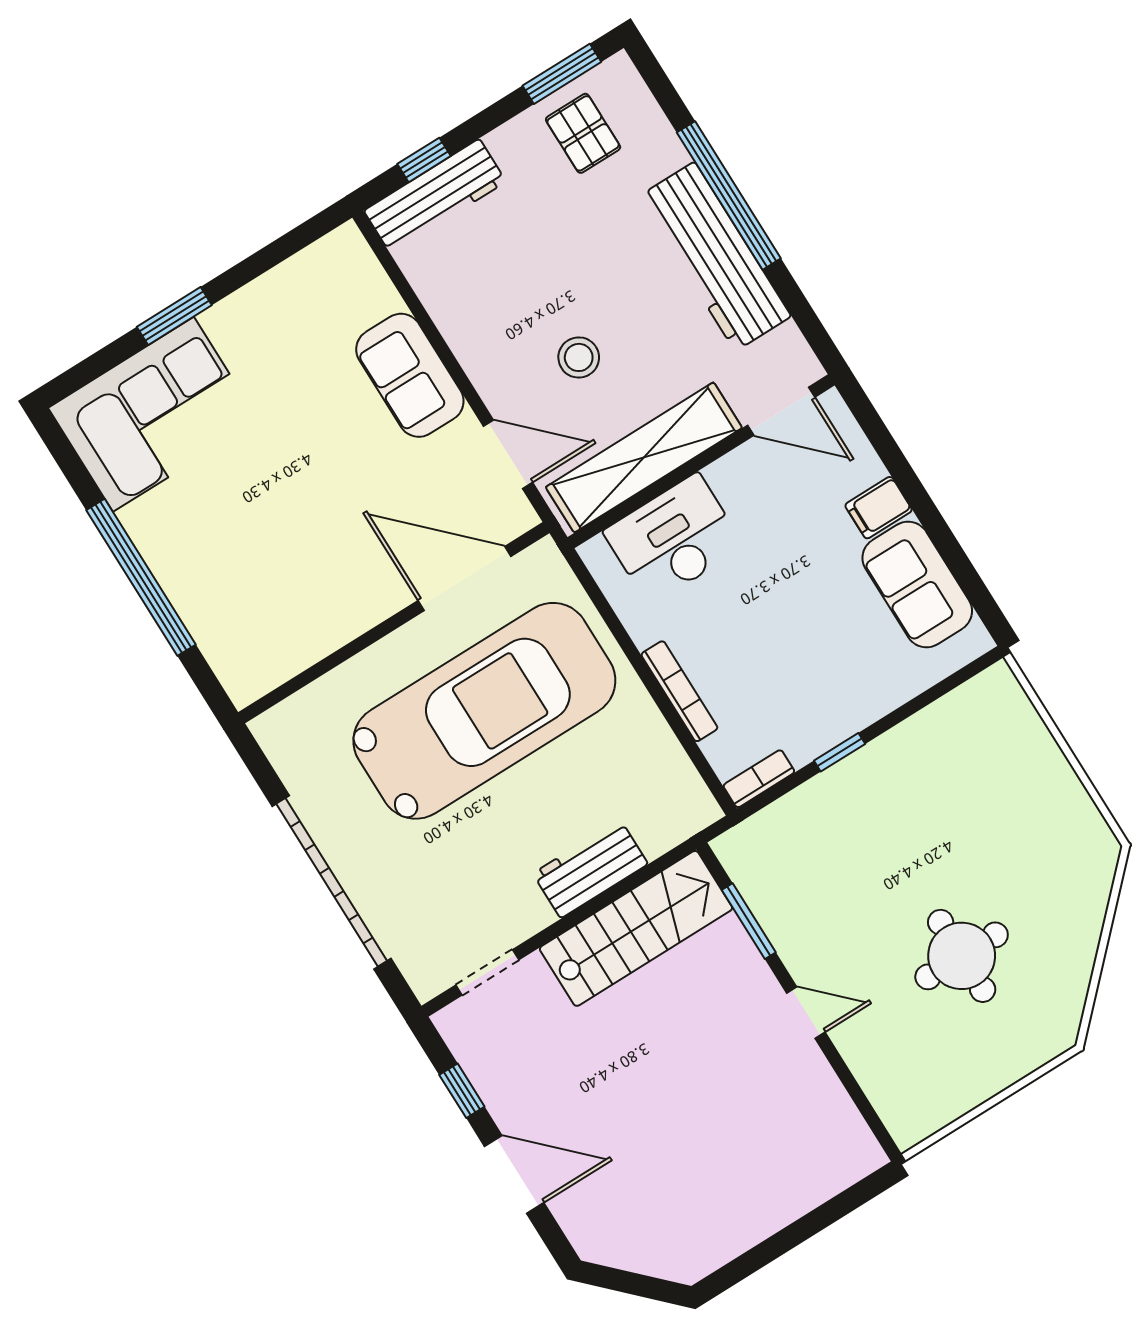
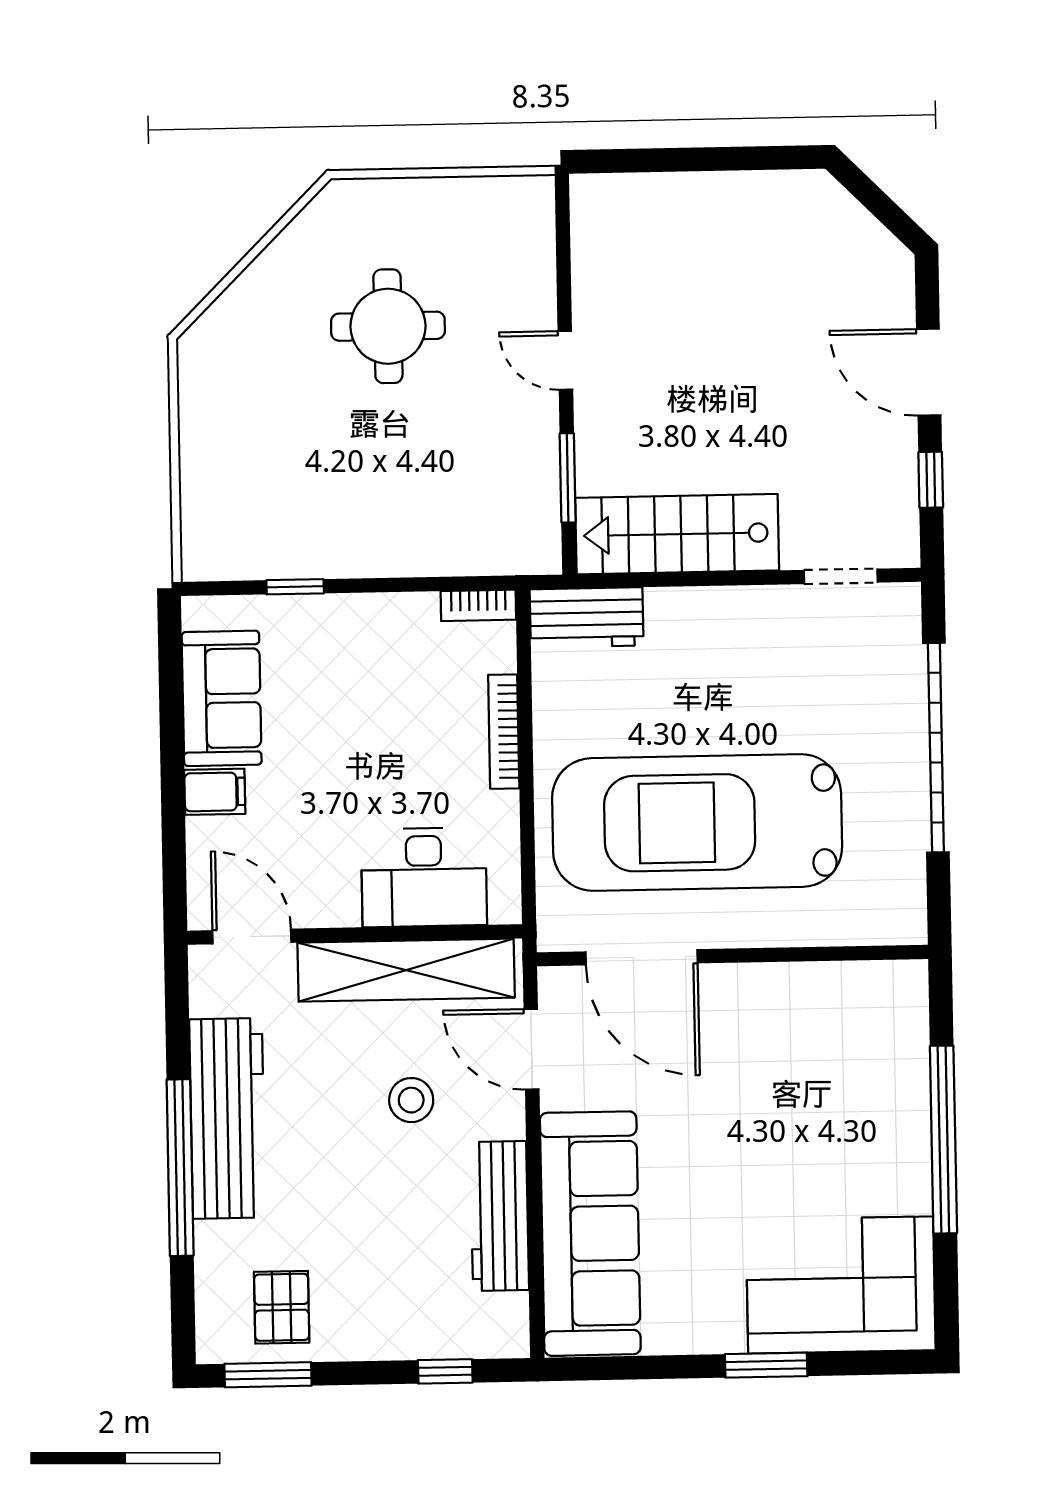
workbench: (435, 196) -> (500, 1216), moved, turned -90
sofa: (410, 375) -> (590, 1234), width x1.85, depth x1.27
window: (840, 752) -> (295, 587), moved
workbench: (590, 869) -> (587, 617), moved

